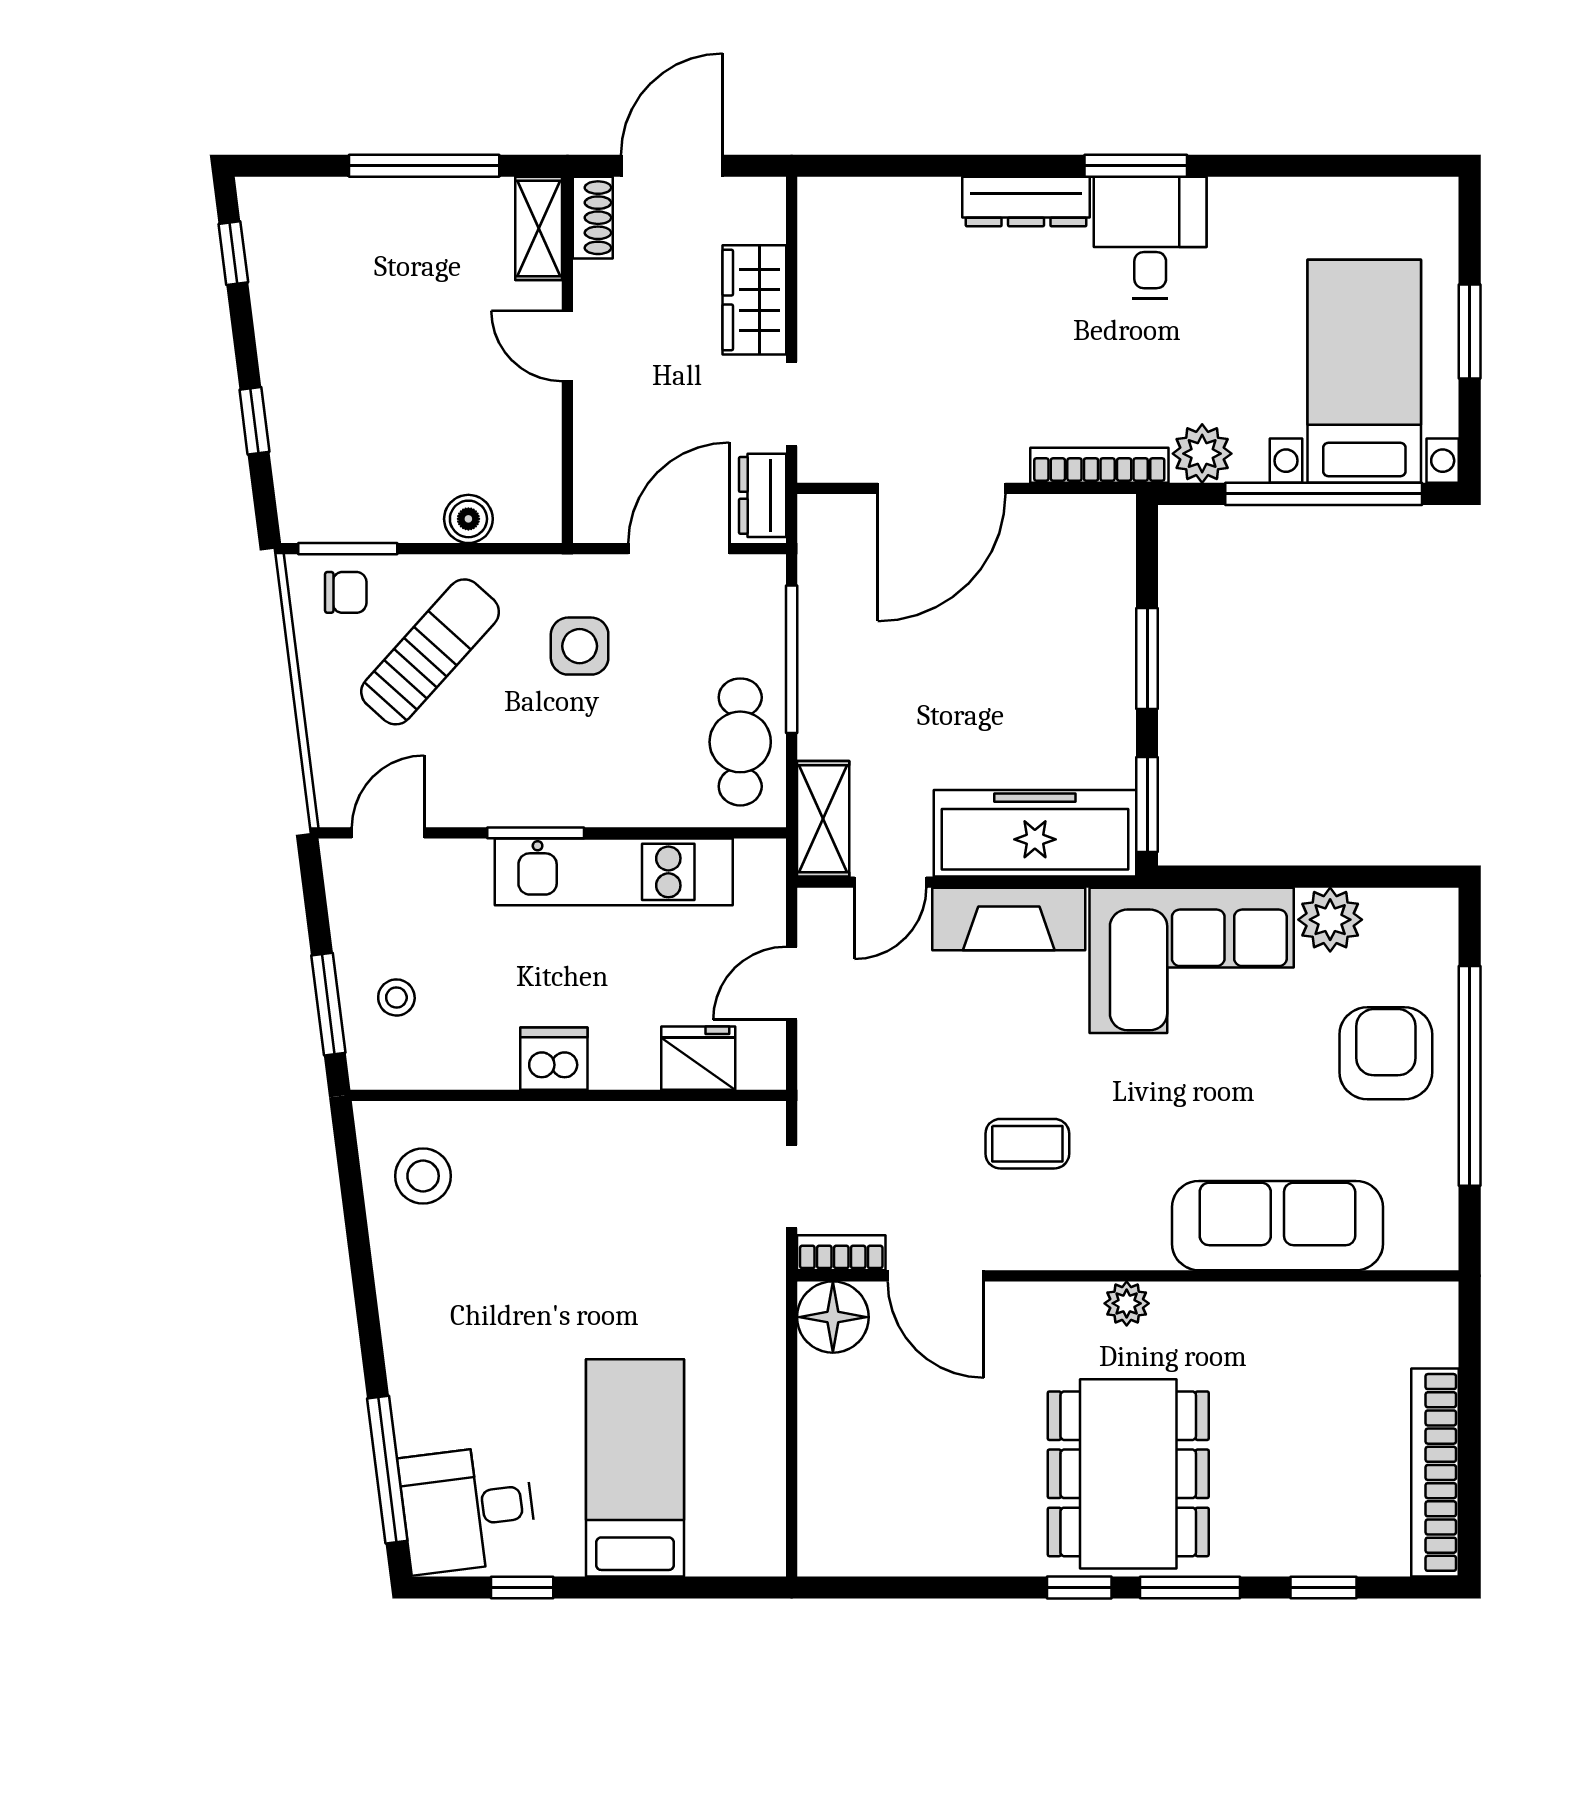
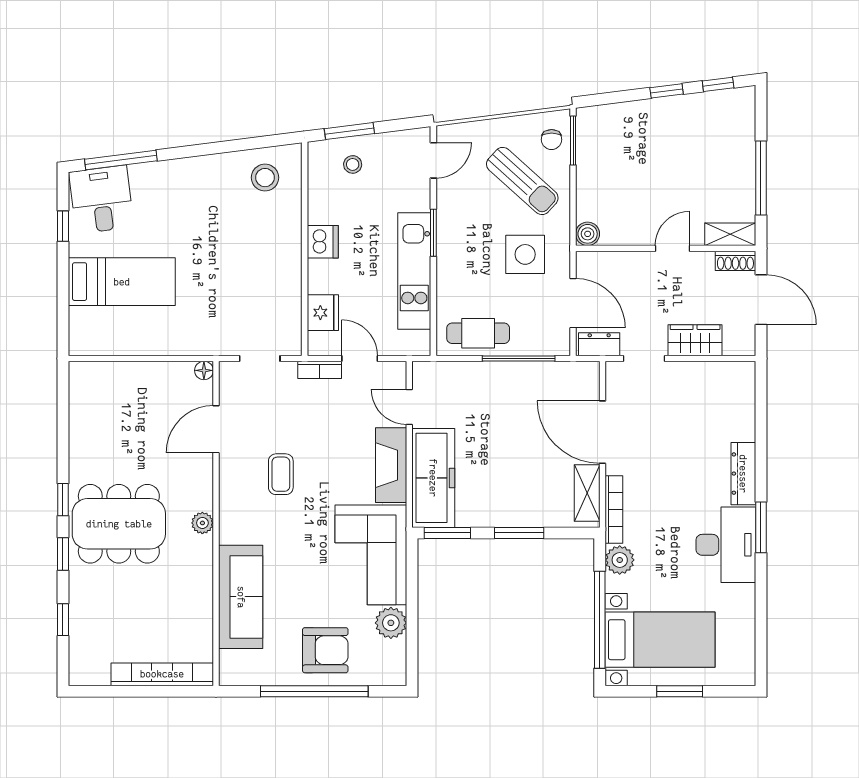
desk: (1150, 237) -> (726, 545), width x1.37
window: (254, 421) -> (667, 91), moved
boiler: (468, 519) -> (588, 234), moved
side table: (580, 646) -> (525, 254), width x1.37, depth x1.37
shelving: (823, 819) -> (587, 493), moved, turned 90
door: (388, 833) -> (433, 160), hinge flipped
bookcase: (841, 1253) -> (320, 370), moved, turned 90
floor lamp: (833, 1317) -> (204, 370), width x0.53, depth x0.53
bookcase: (1435, 1472) -> (162, 674), moved
window: (1190, 1588) -> (63, 554), width x0.67

